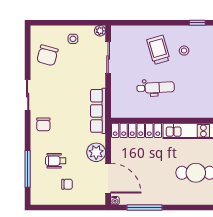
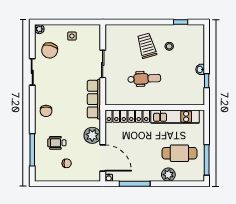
plant: (100, 31) -> (39, 29), moved
sliding door: (108, 57) -> (103, 64), moved
sliding door: (28, 95) -> (32, 72), moved
plant: (183, 197) -> (168, 175), added

